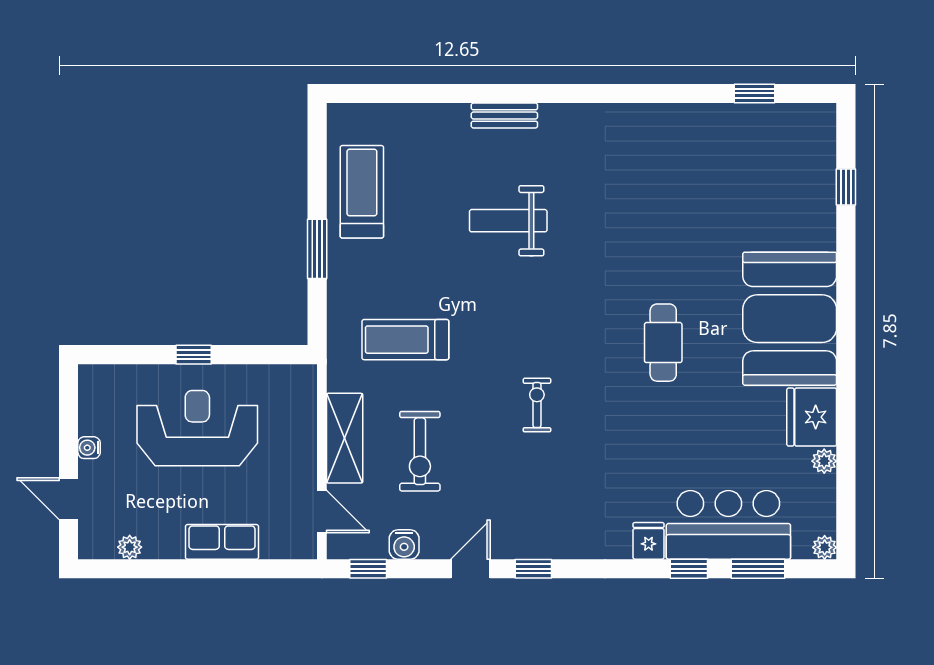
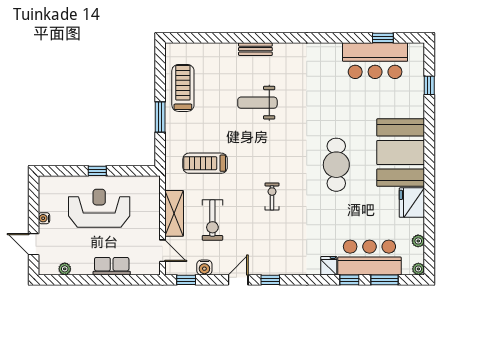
bar counter: (739, 138) -> (375, 61), added
cafe table: (663, 343) -> (336, 165), width x1.37, depth x1.35
plant: (824, 461) -> (418, 241), moved

